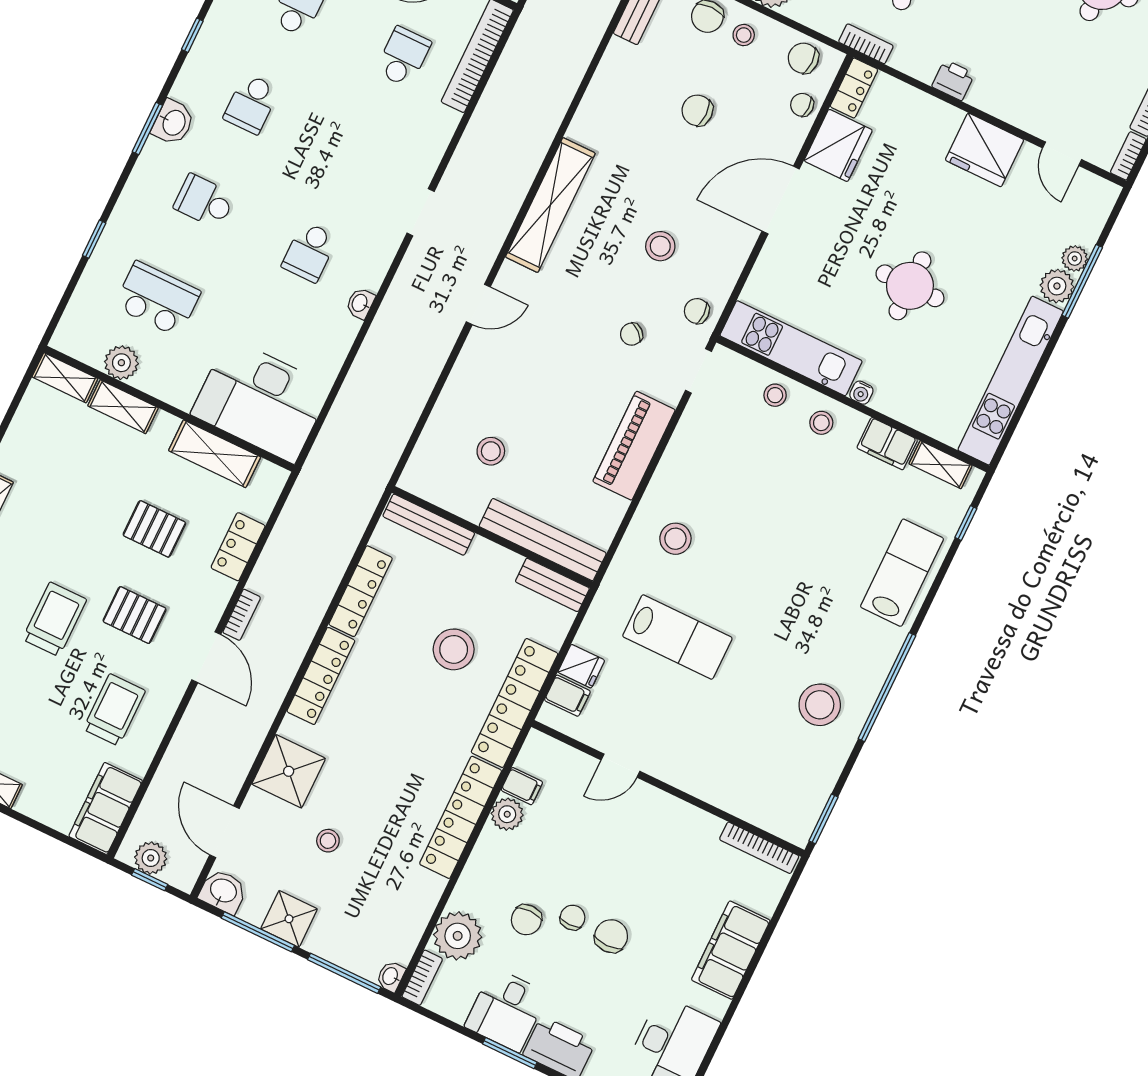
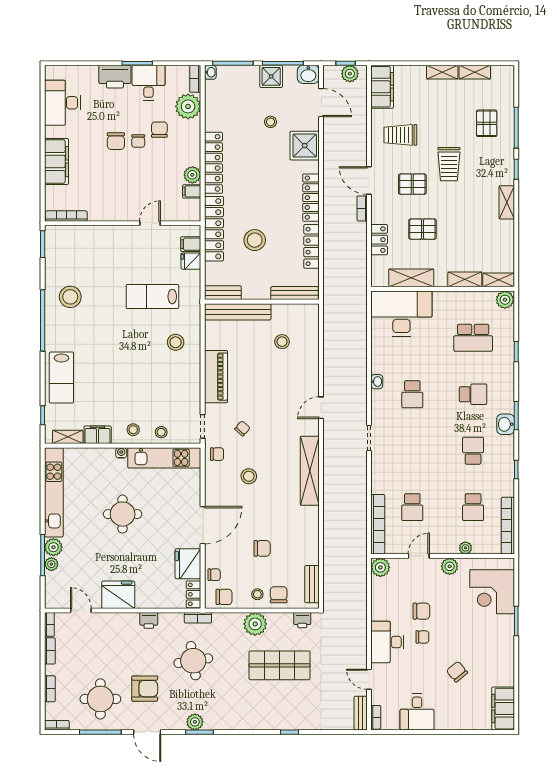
school desk: (309, 252) -> (412, 394), turned 180
plant: (121, 363) -> (505, 300), moved
trolley: (114, 710) -> (400, 135), turned 90

